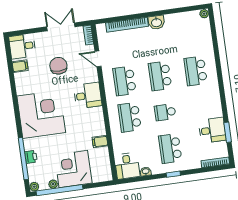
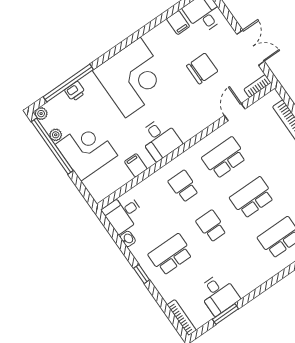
desk: (88, 96) -> (160, 139), moved
school desk: (130, 117) -> (183, 186), width x0.54

